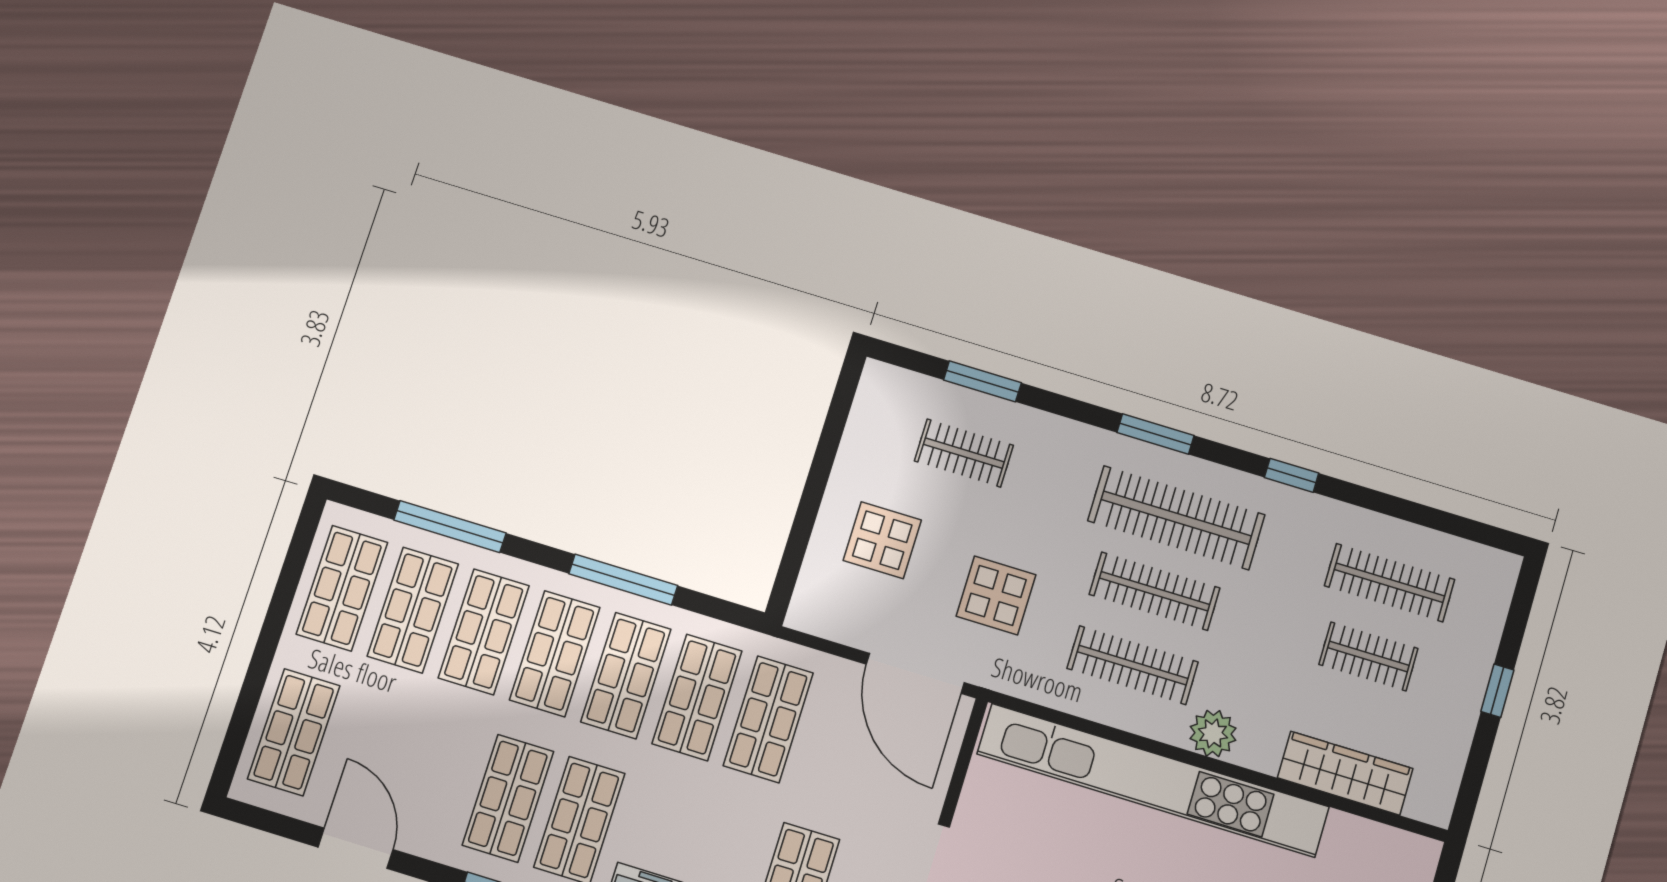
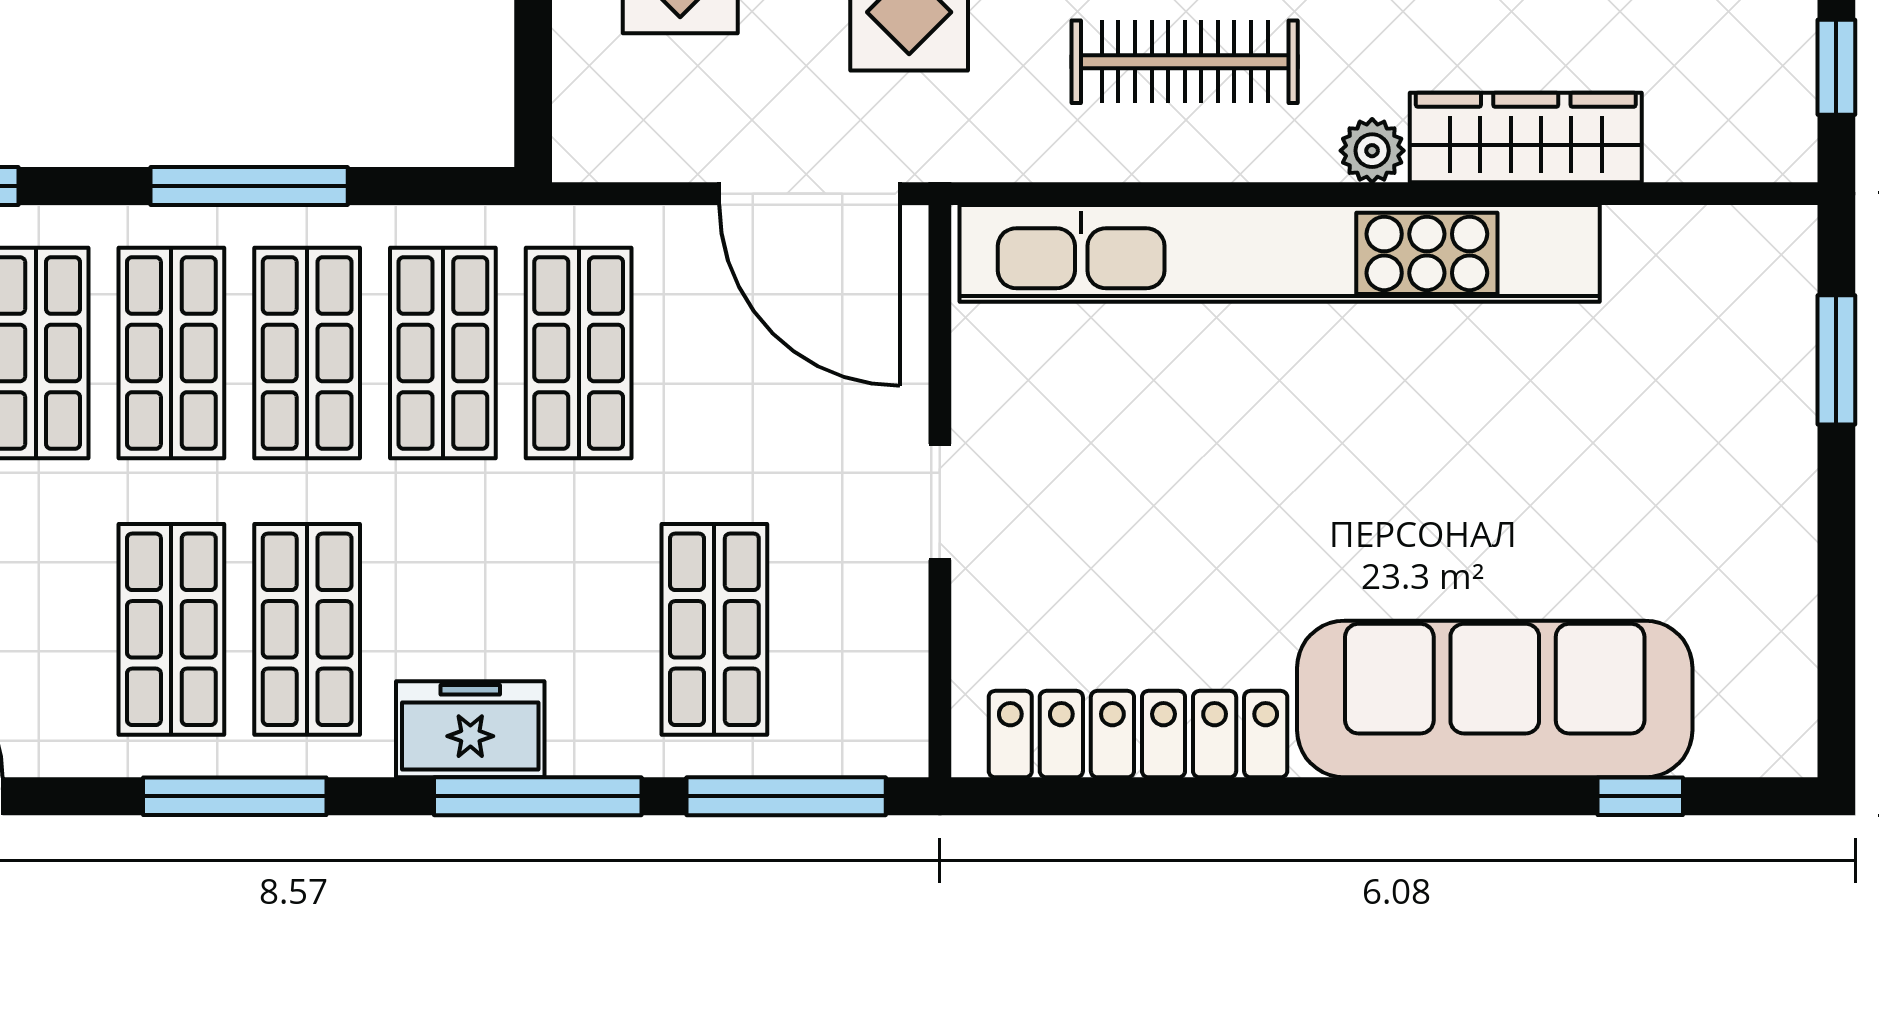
plant: (1213, 733) -> (1372, 151), width x0.73, depth x0.73
wardrobe: (1345, 773) -> (1526, 137), moved
window: (1474, 773) -> (1836, 67), added

